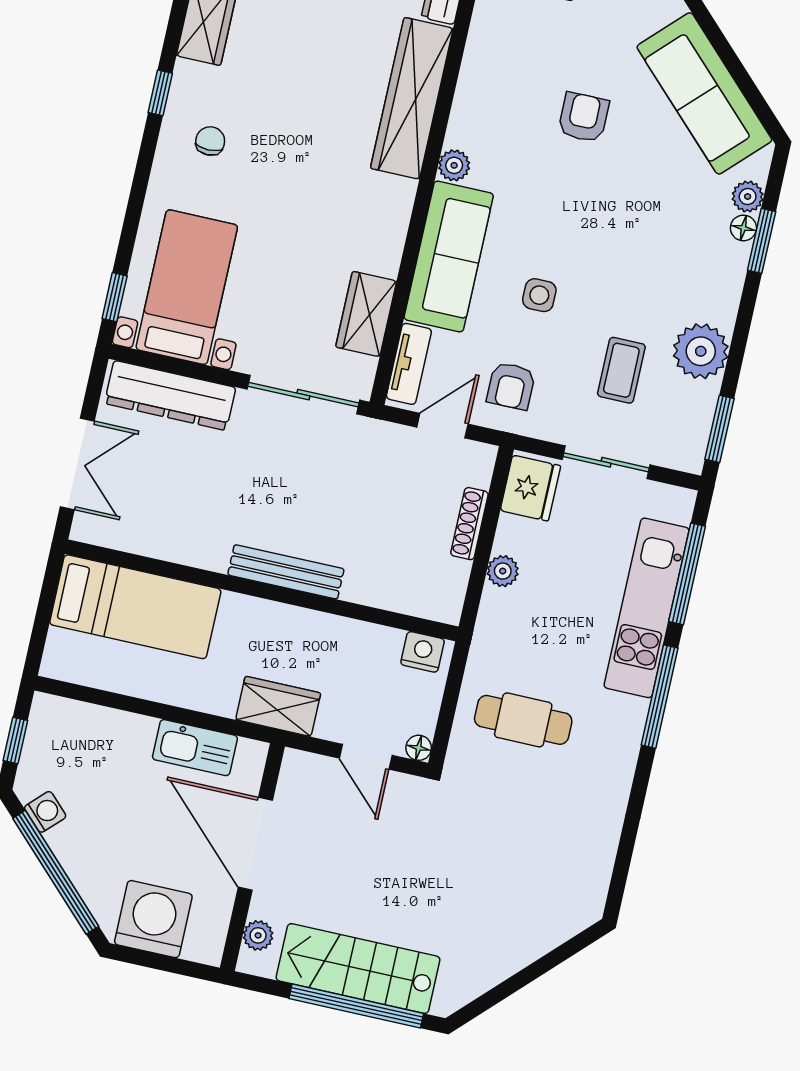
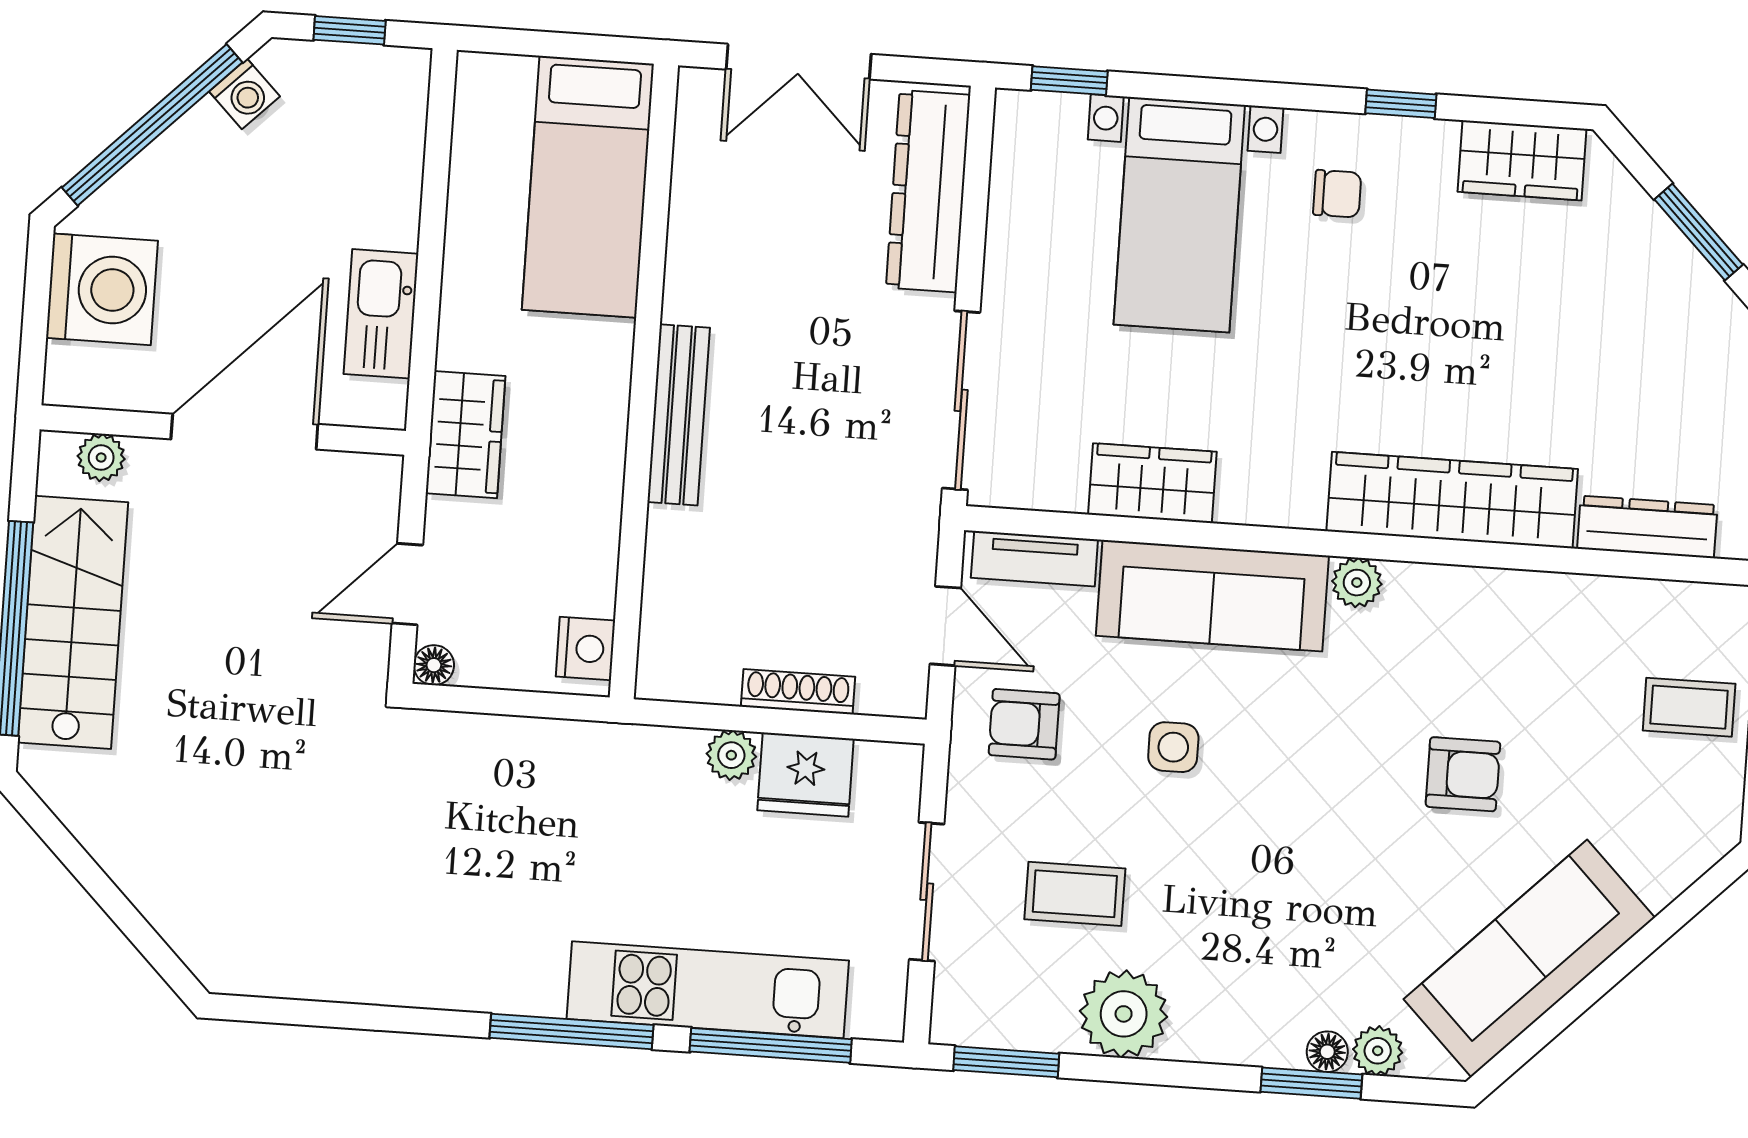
bed with nightstands: (187, 287) -> (1179, 215), moved, turned 90
wardrobe: (366, 314) -> (1152, 483), moved
fridge: (530, 488) -> (805, 775), moved
cafe table: (523, 720) -> (503, 823), removed

